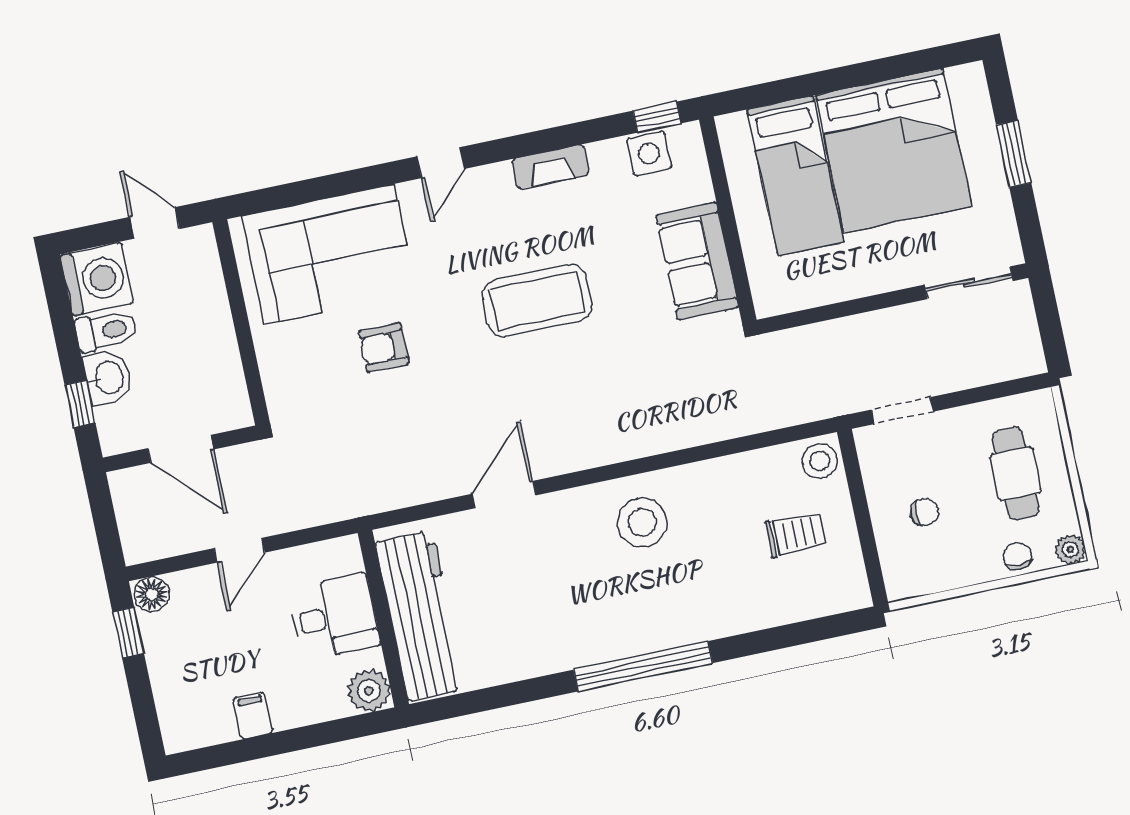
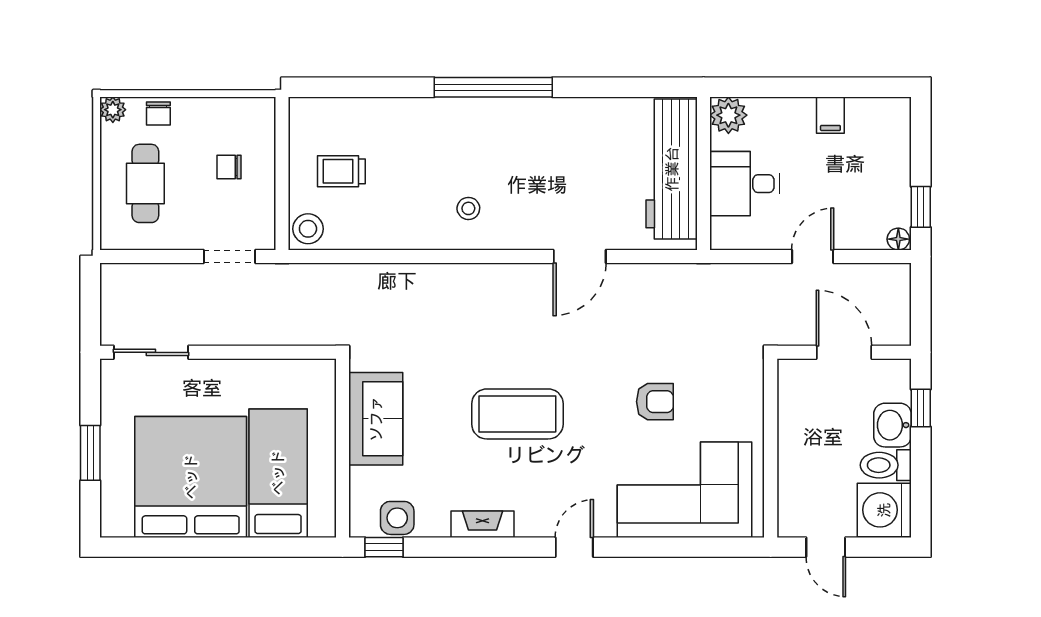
stool: (642, 522) -> (468, 208), width x0.53, depth x0.53
floor lamp: (152, 594) -> (898, 239), width x0.73, depth x0.73

